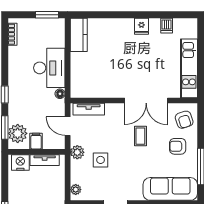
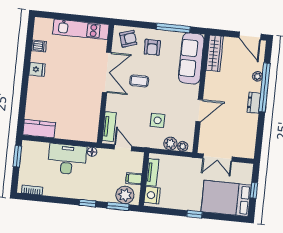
door: (68, 126) -> (123, 148), swing flipped
plant: (77, 152) -> (170, 144), moved

